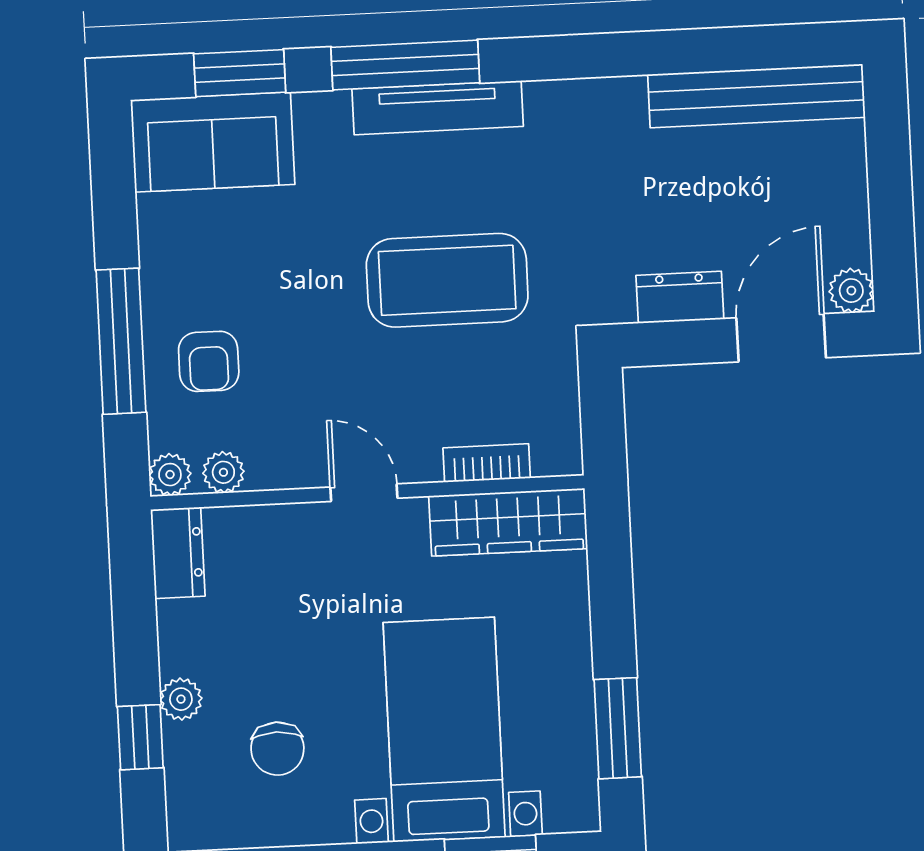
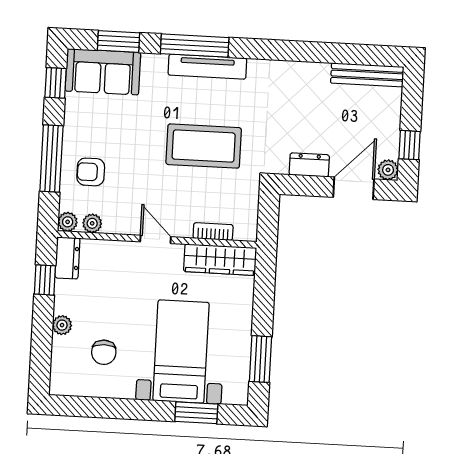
bench: (756, 96) -> (367, 75), width x0.73, depth x0.82
window: (113, 177) -> (56, 83), added
window: (892, 232) -> (409, 145), added
armchair: (209, 361) -> (91, 172), turned 90
window: (140, 737) -> (45, 280), moved

